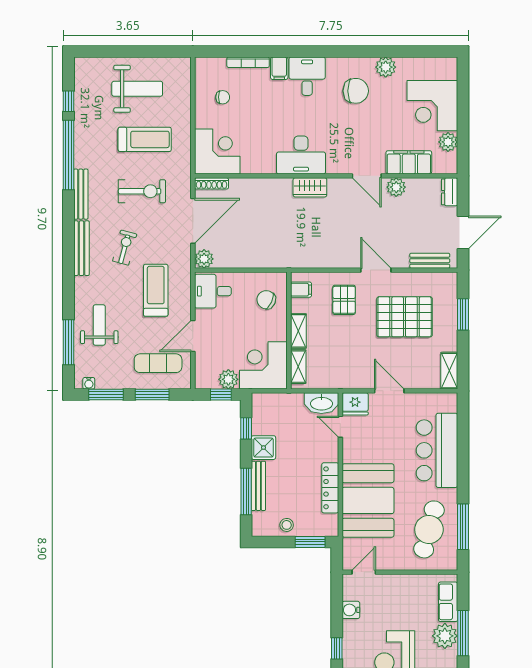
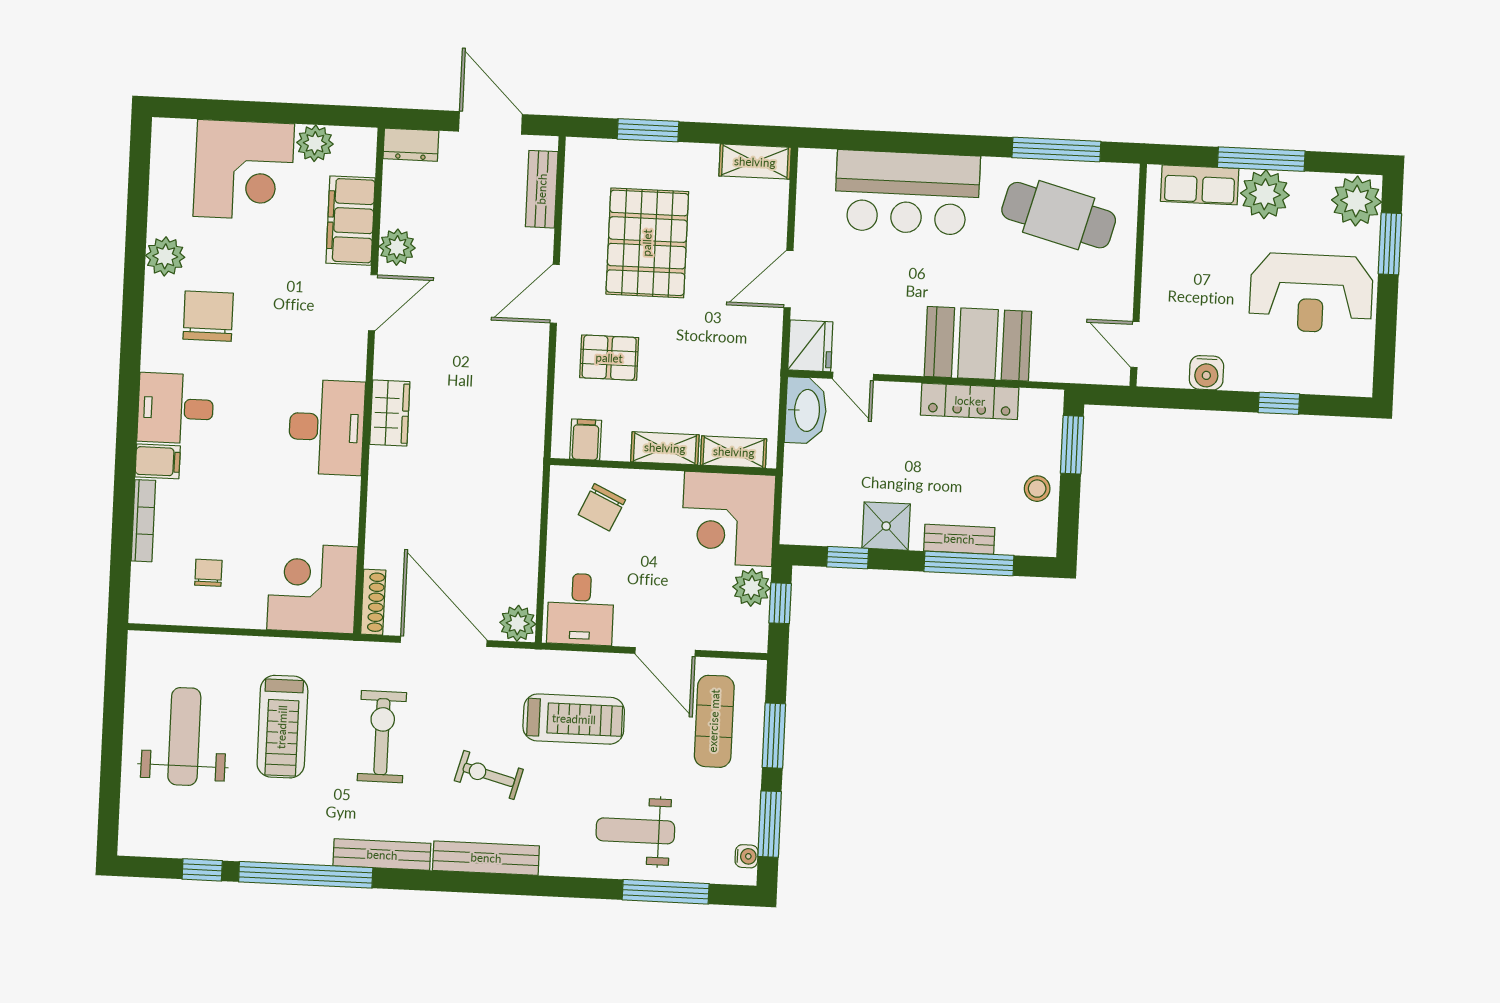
treadmill: (145, 139) -> (282, 727), turned 180
treadmill: (156, 290) -> (574, 719), turned 180
door: (340, 427) -> (853, 376), hinge flipped
bench: (258, 486) -> (959, 539), width x0.73
booth: (368, 500) -> (978, 344), width x0.73, depth x0.70

